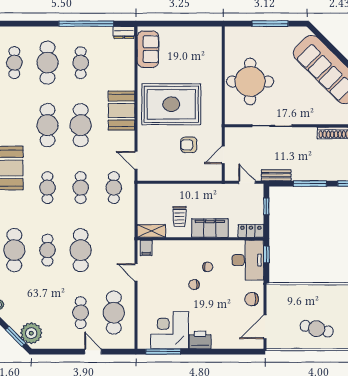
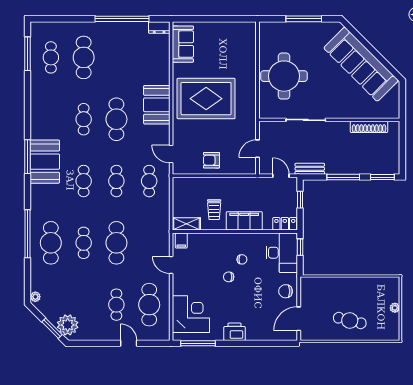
cafe table: (81, 63) -> (116, 57), removed
cafe table: (47, 125) -> (84, 119), width x0.73, depth x0.74
armchair: (189, 145) -> (211, 160), moved
corner desk: (170, 330) -> (191, 314), moved, turned 90

